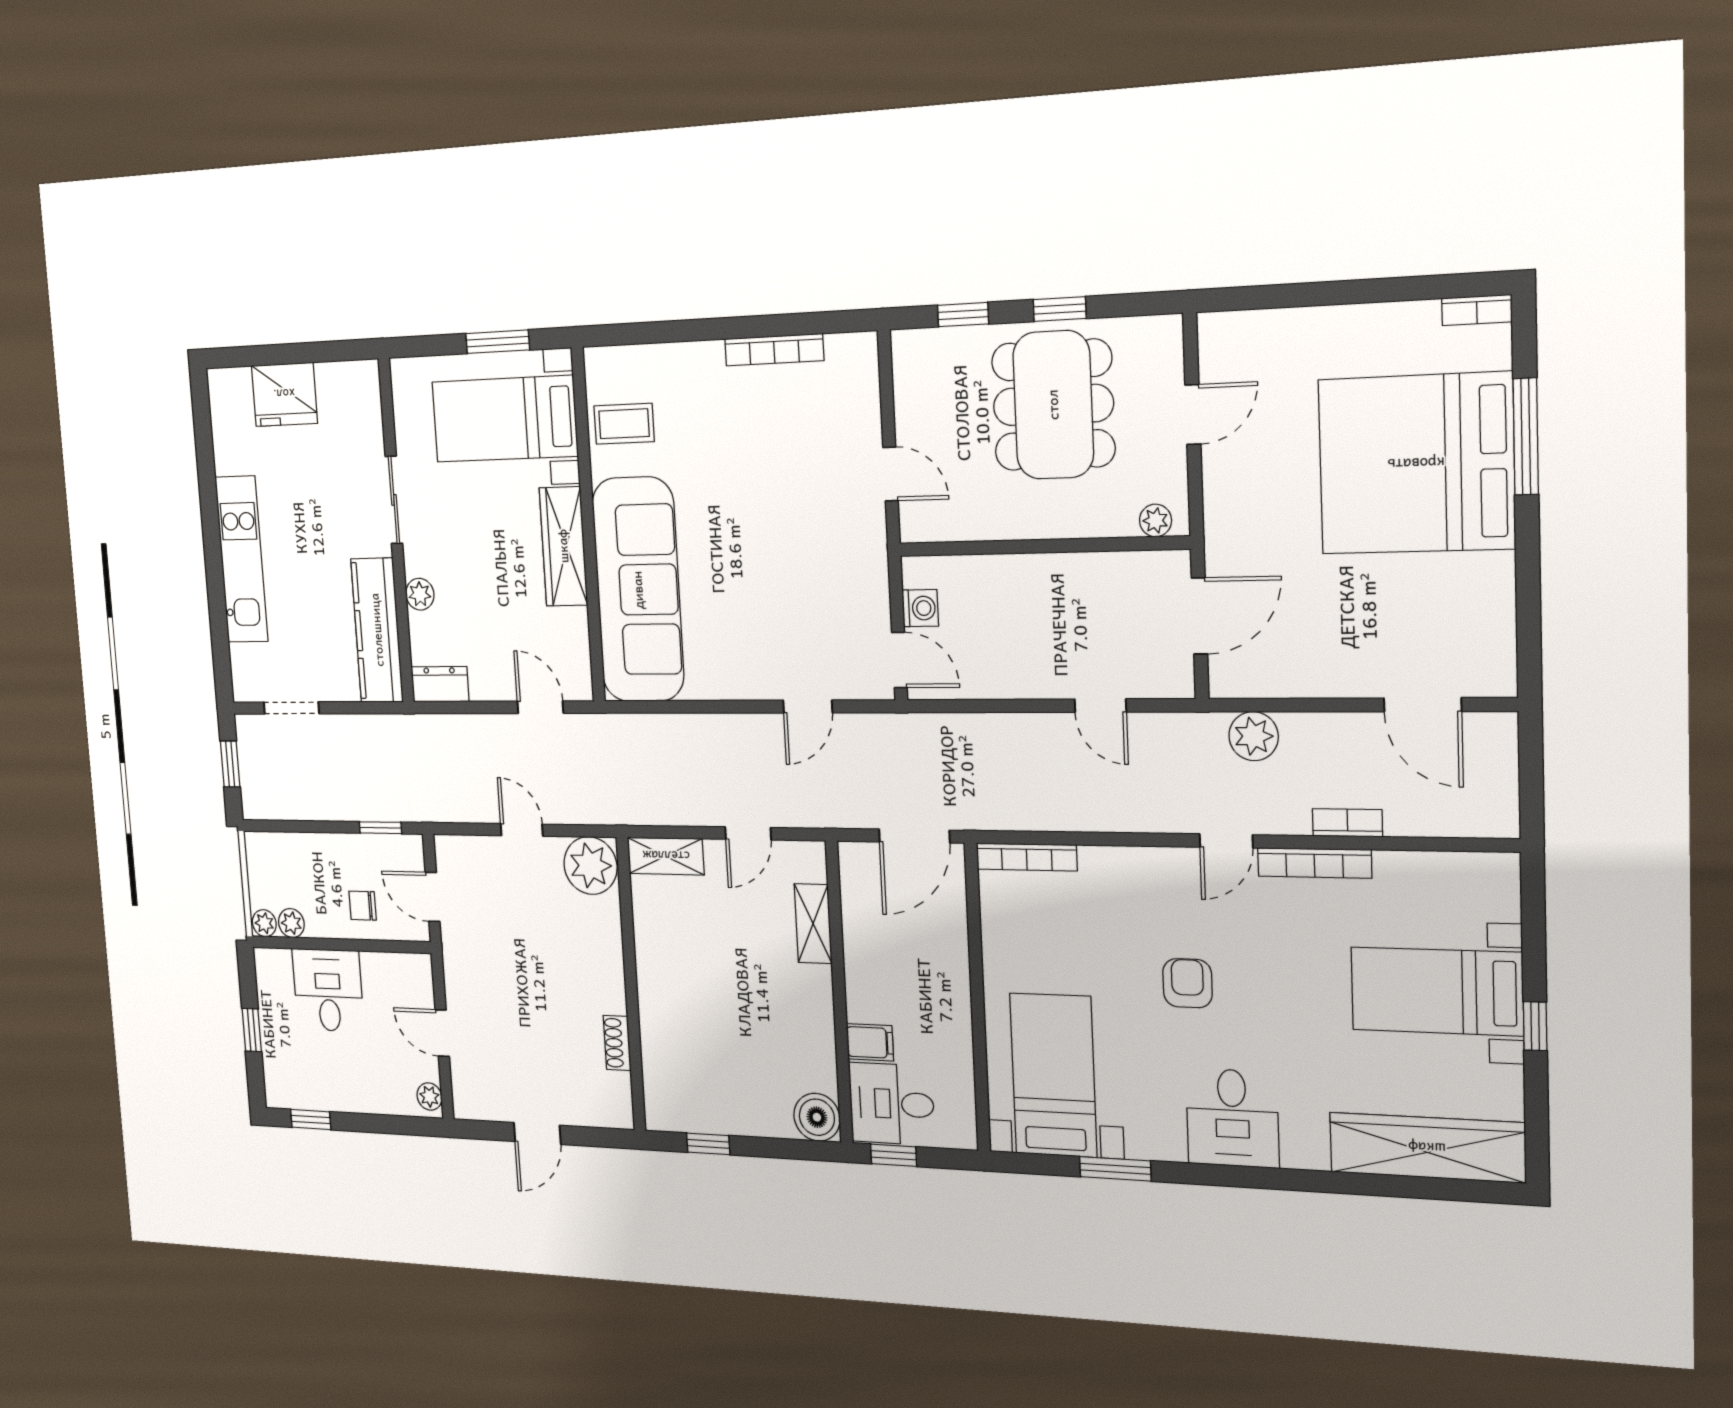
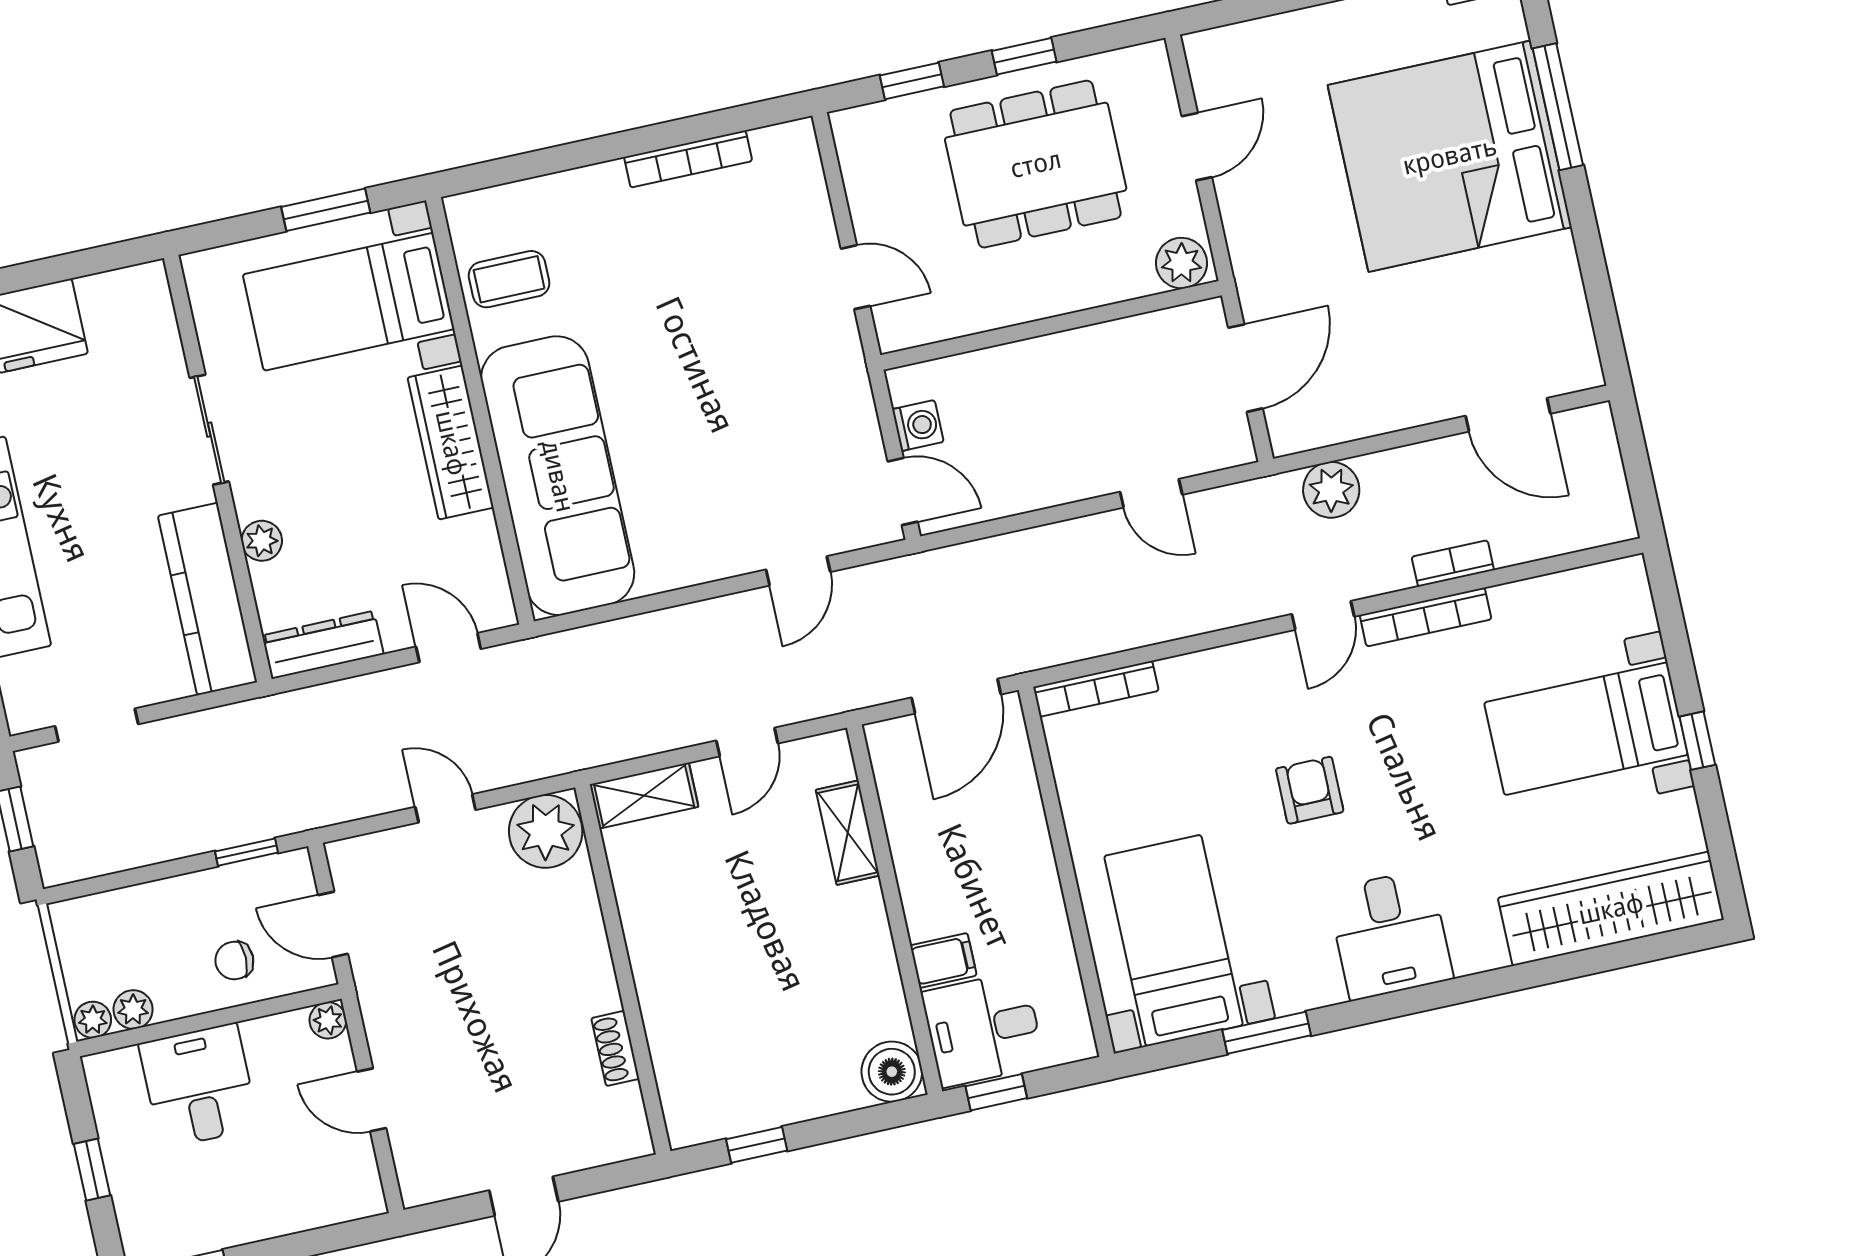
dining table: (1053, 405) -> (1036, 164), turned 90
plant: (1155, 520) -> (1181, 263), width x1.38, depth x1.38
dresser: (440, 684) -> (323, 645), width x1.44
plant: (429, 1096) -> (328, 1020), moved

